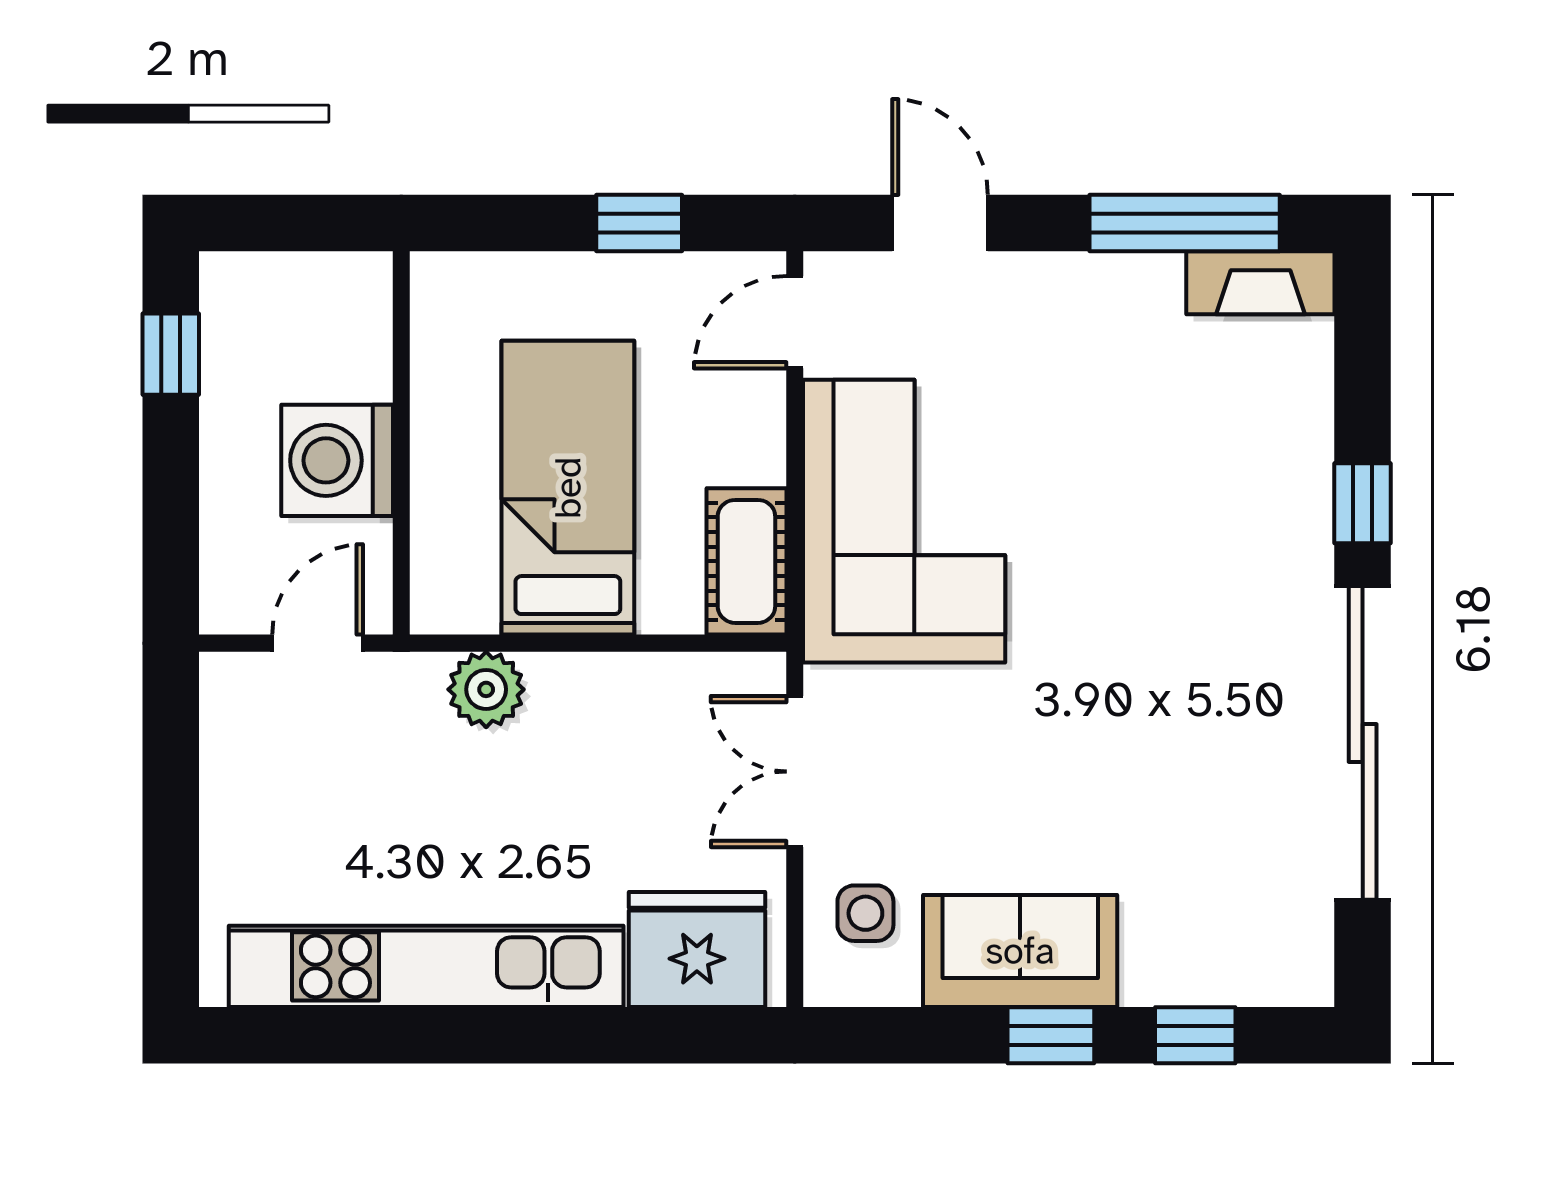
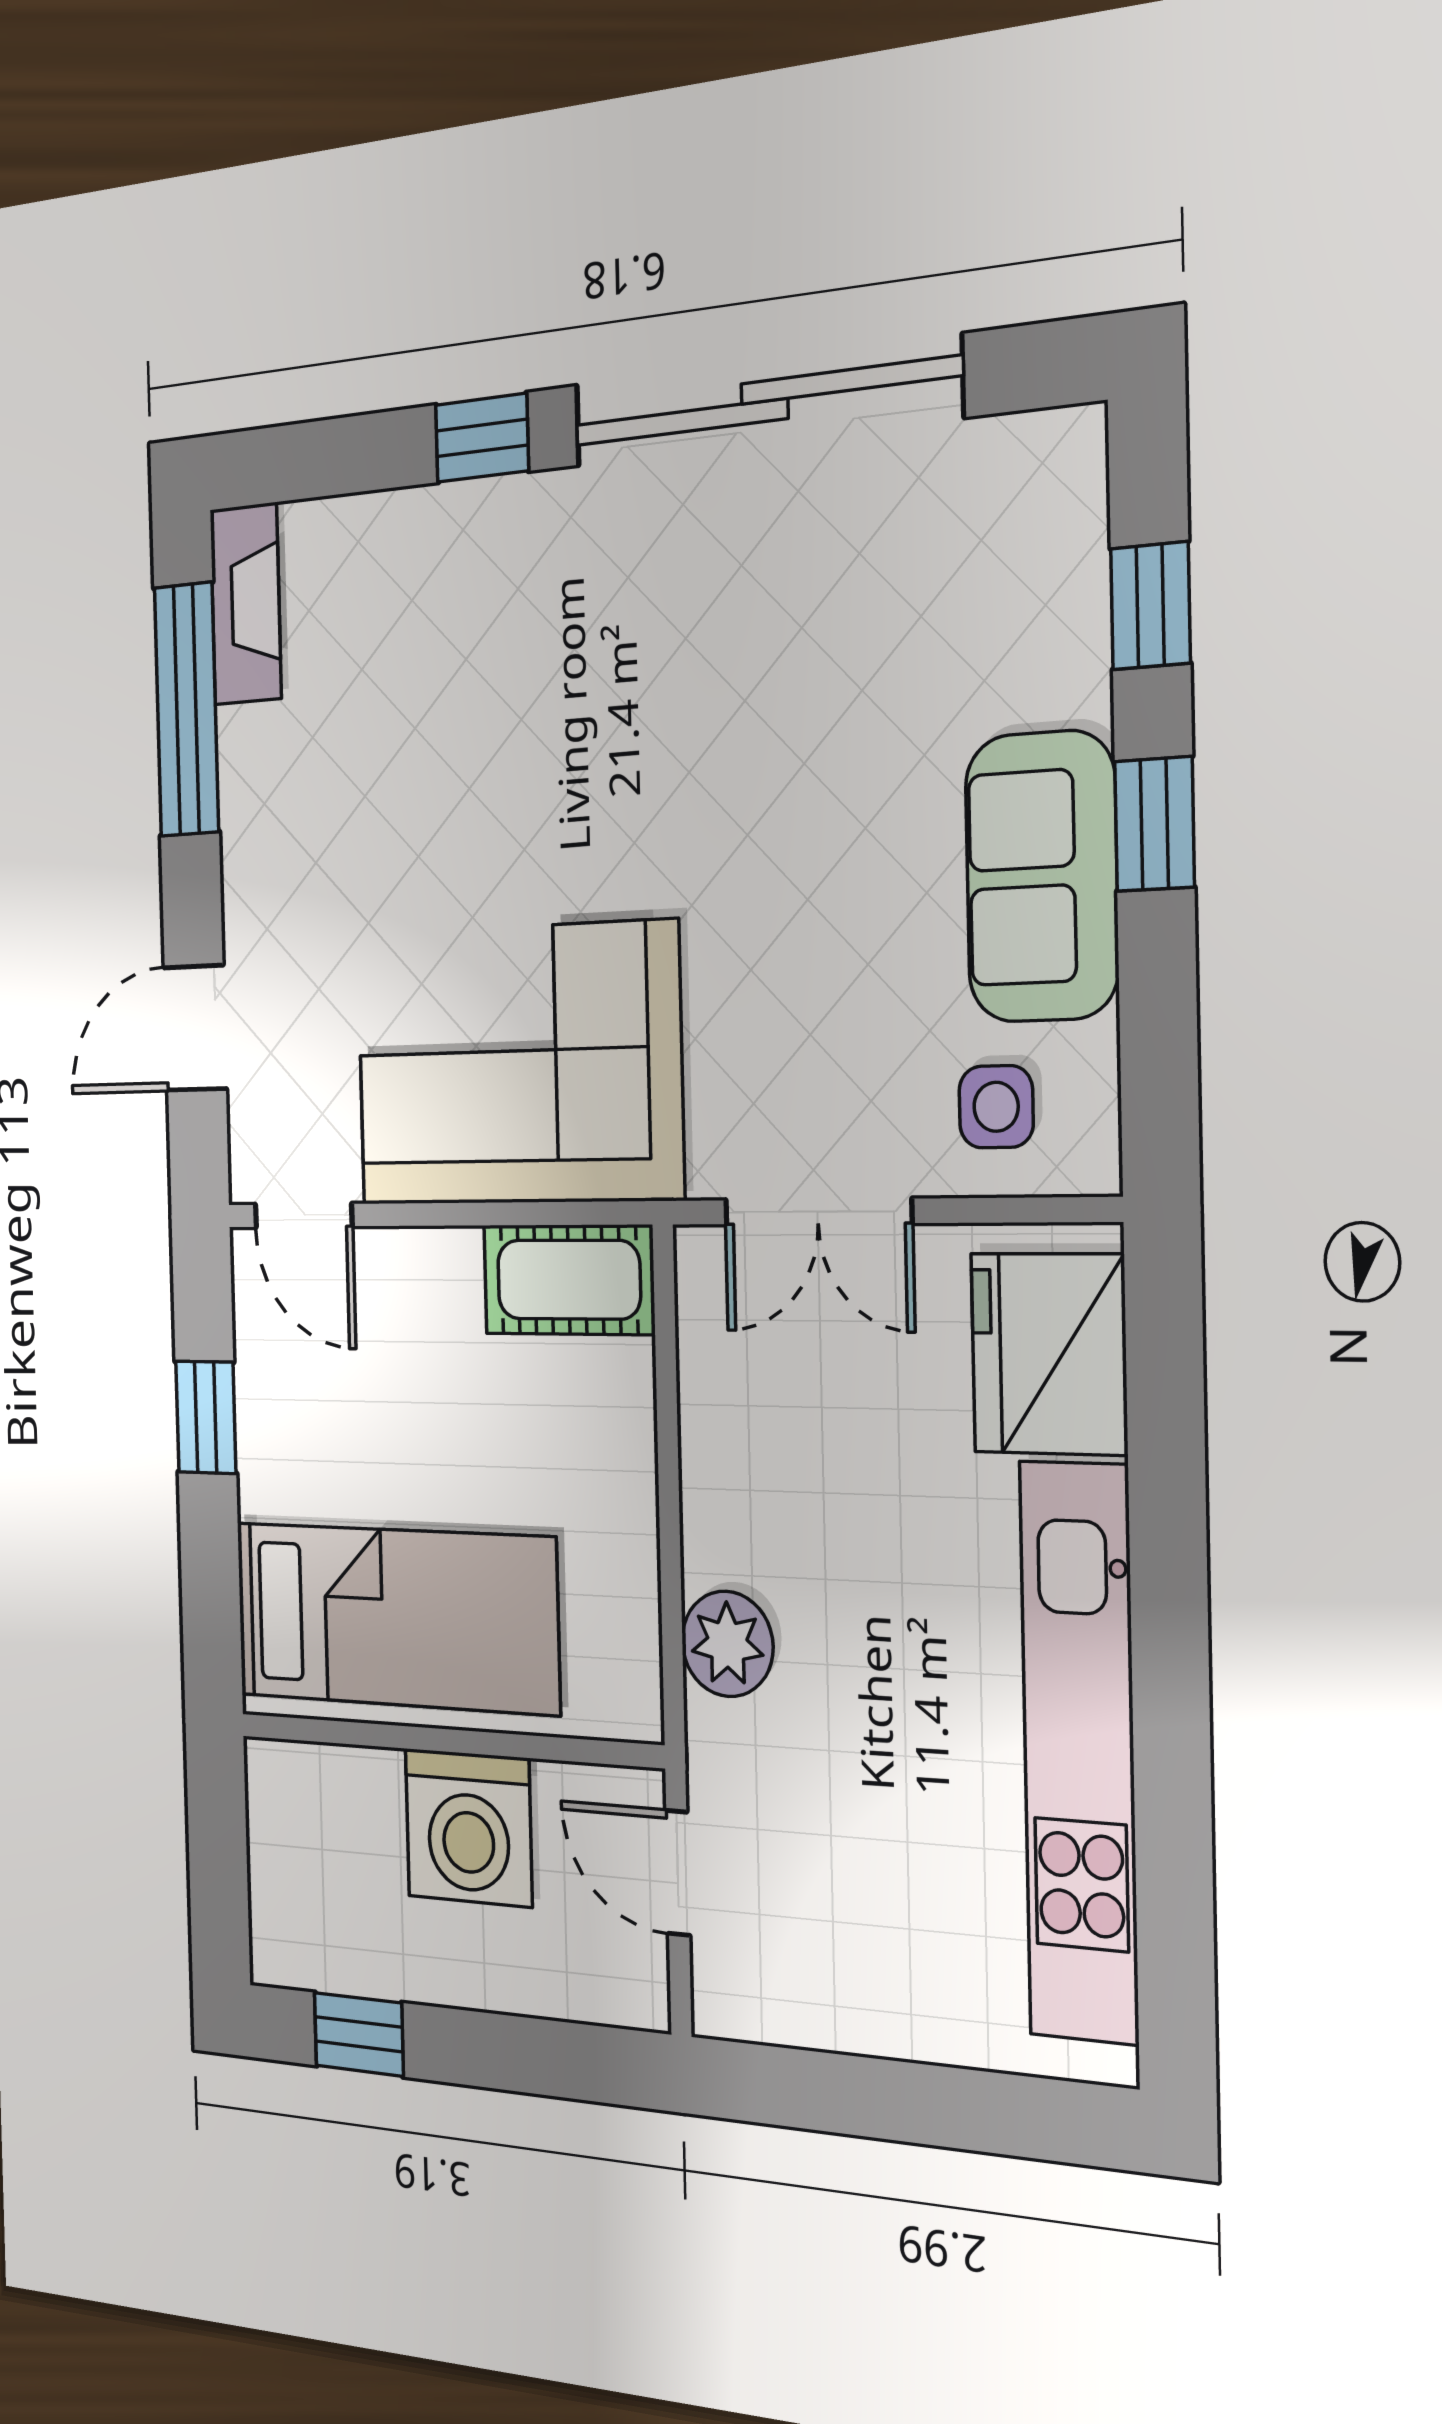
bed: (568, 488) -> (395, 1617), moved, turned 180

